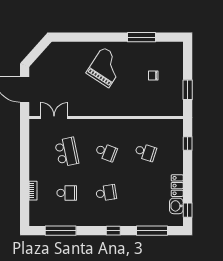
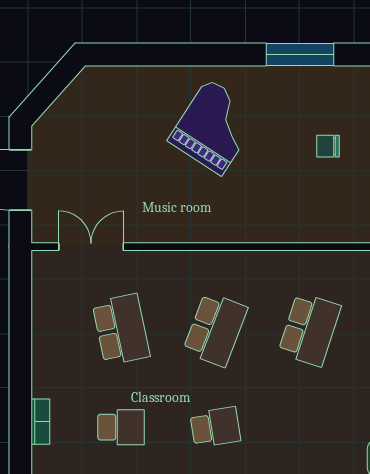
school desk: (106, 152) -> (215, 329), width x1.85
school desk: (145, 152) -> (309, 329), width x1.85

